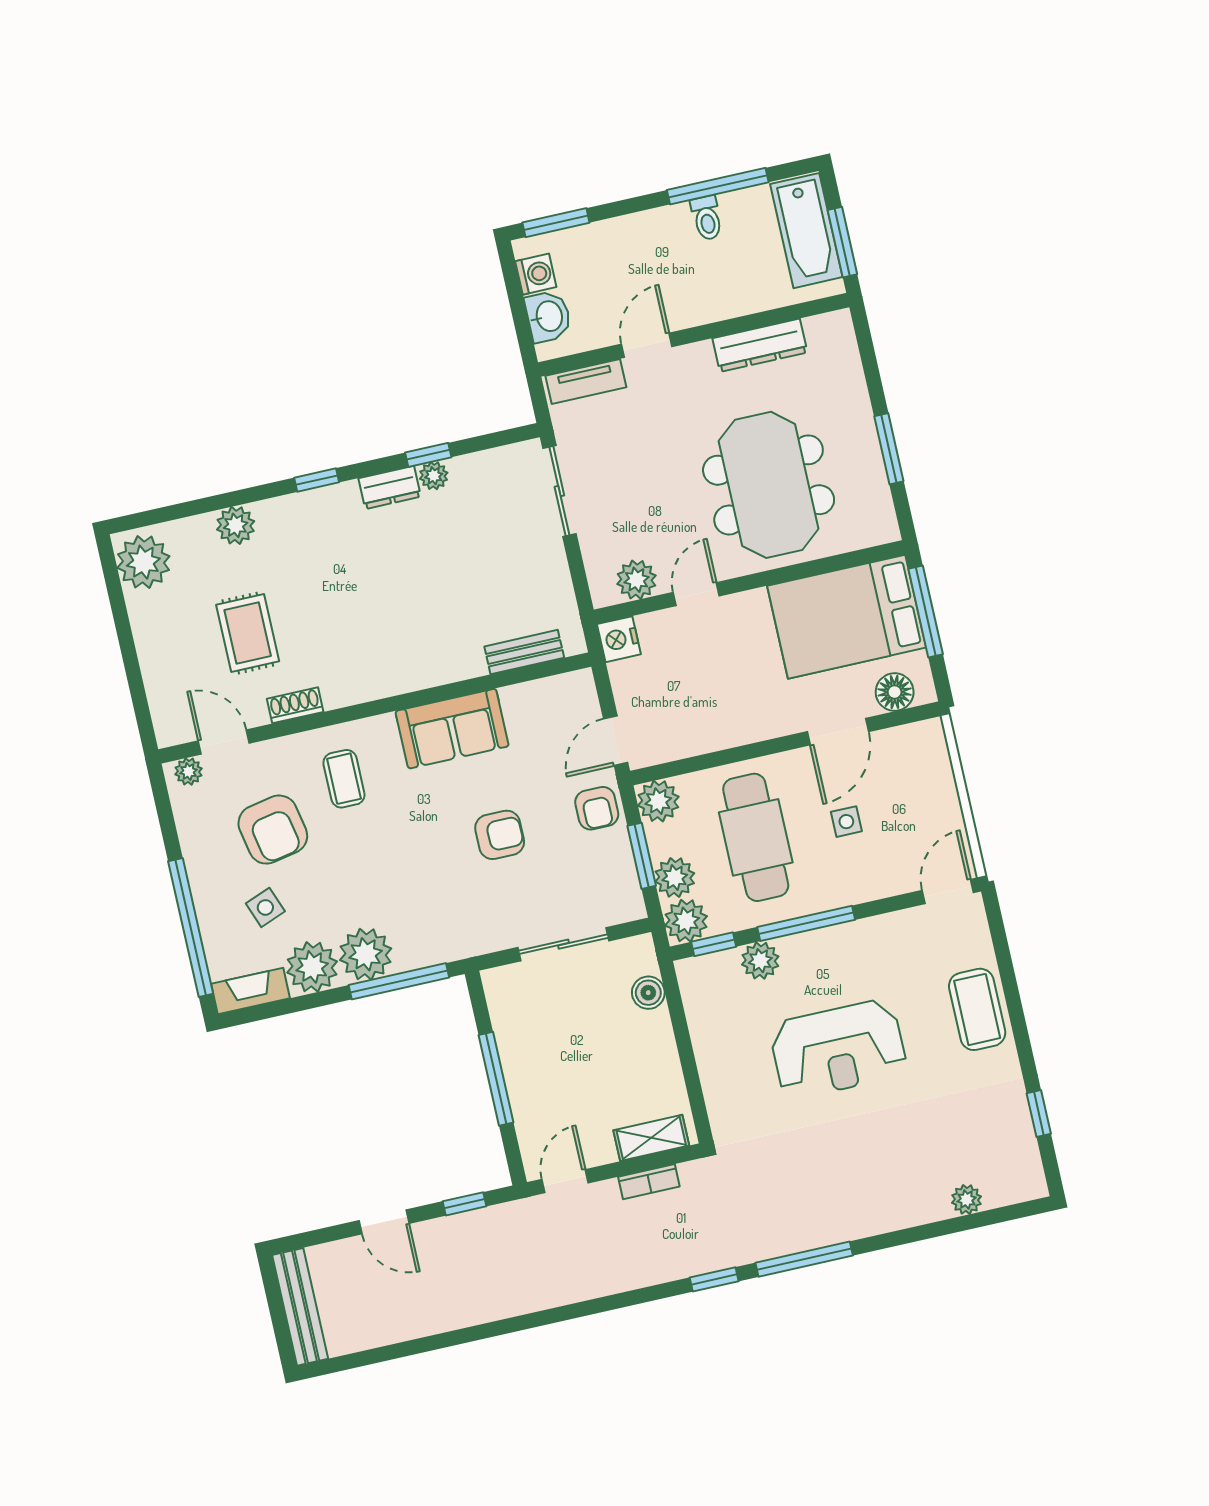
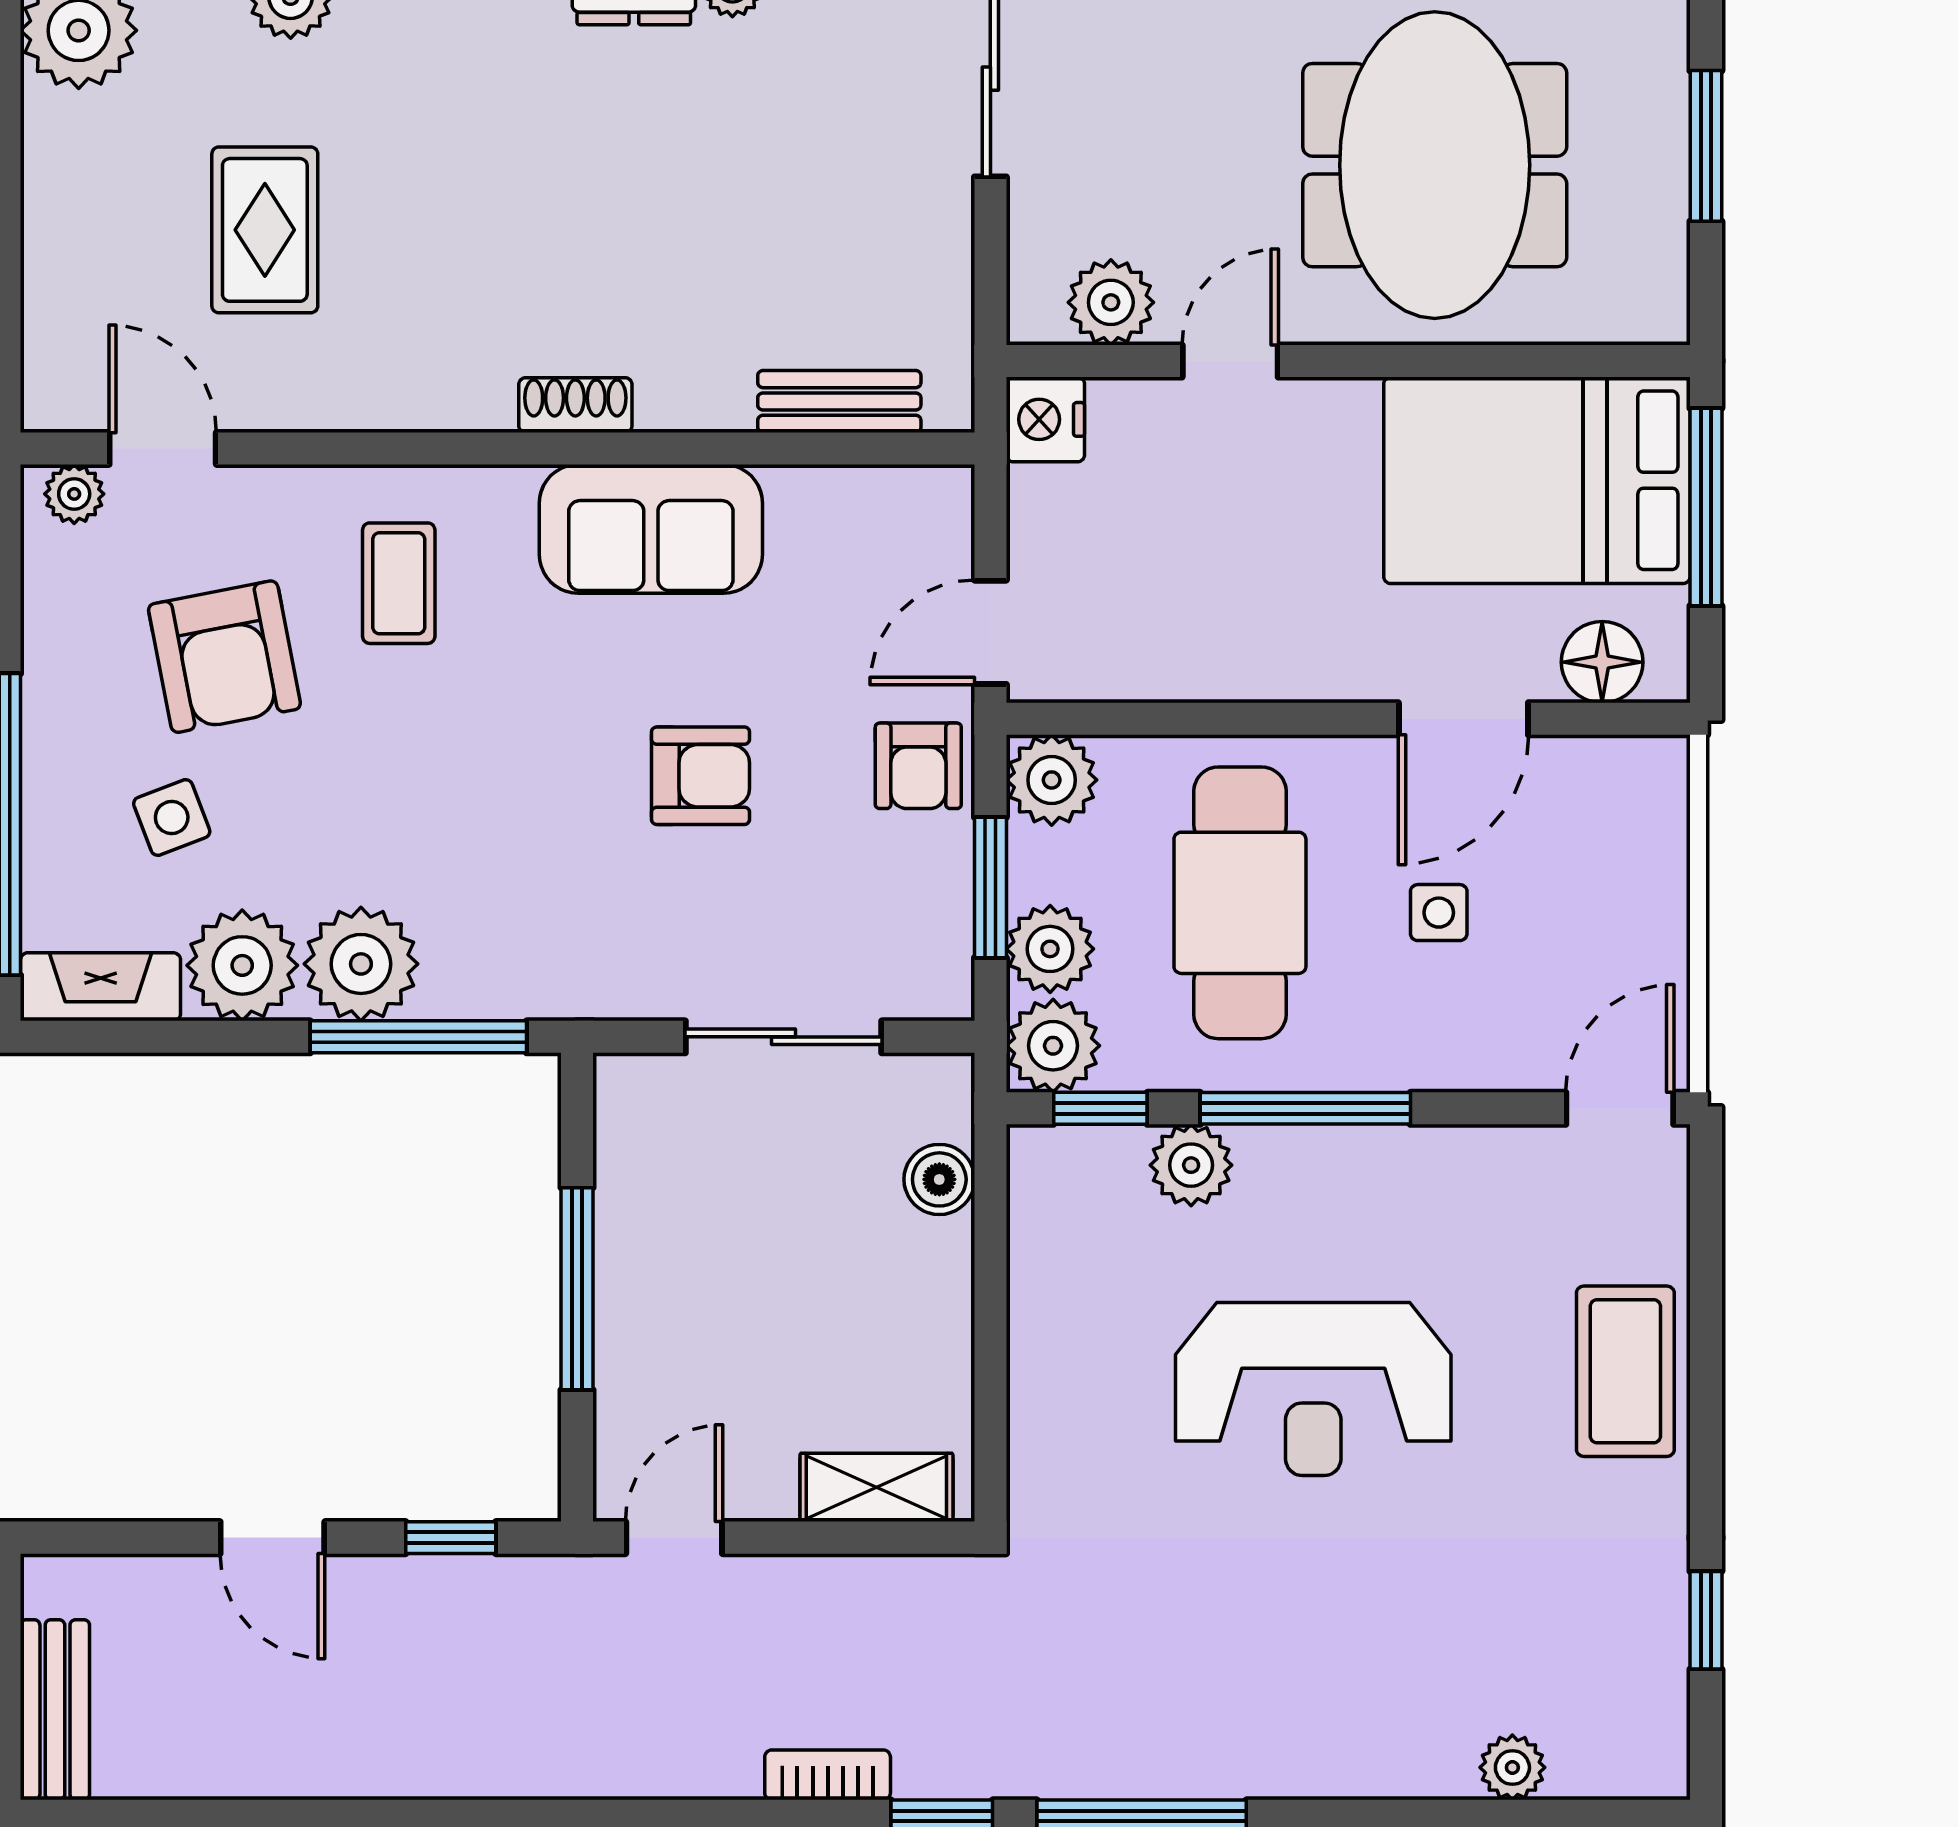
shoe rack: (295, 705) -> (575, 405), moved
bookcase: (649, 1182) -> (828, 1775), moved, turned 180
bench: (300, 1307) -> (55, 1710), width x0.73

